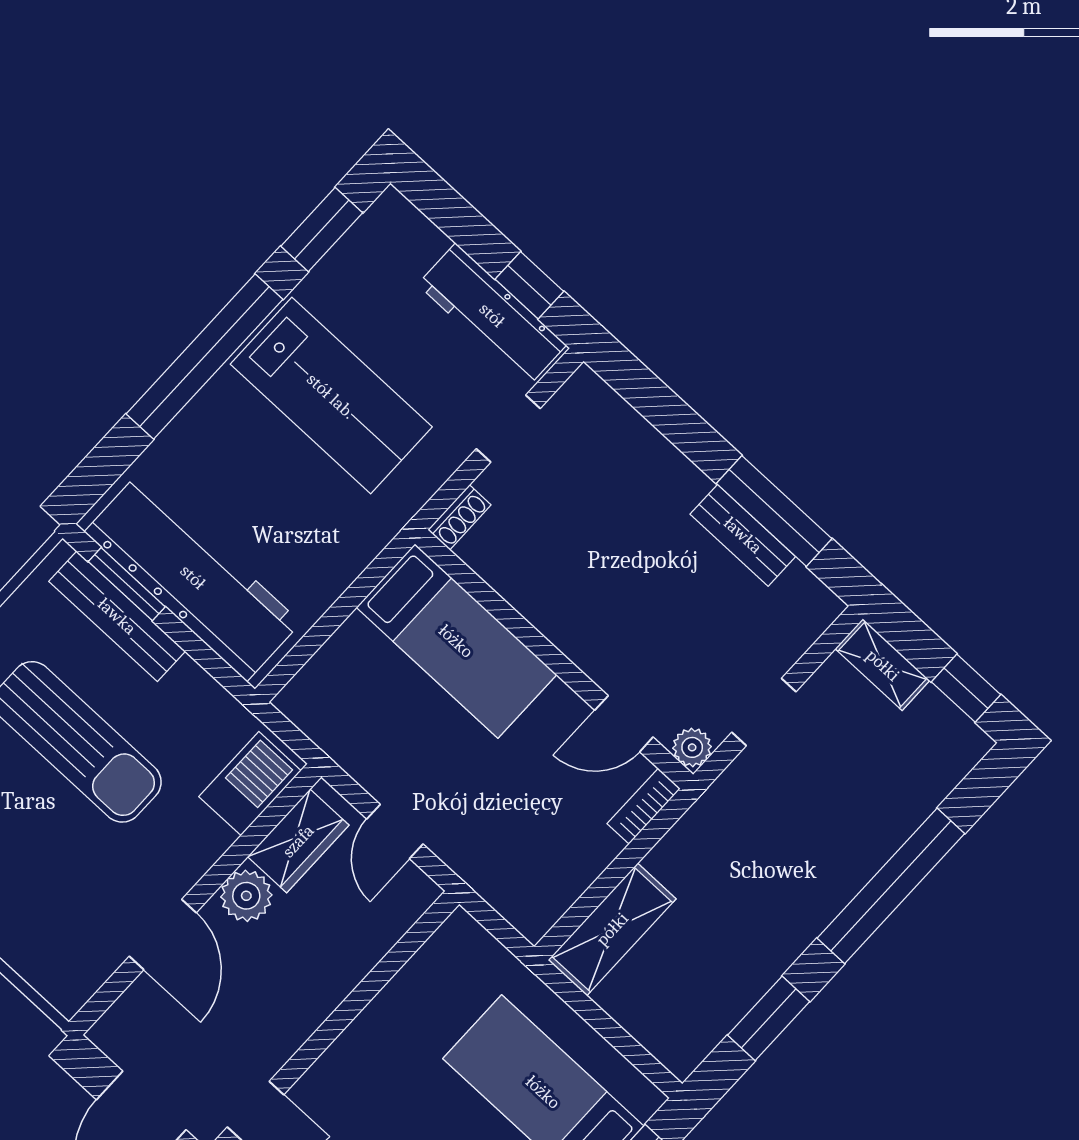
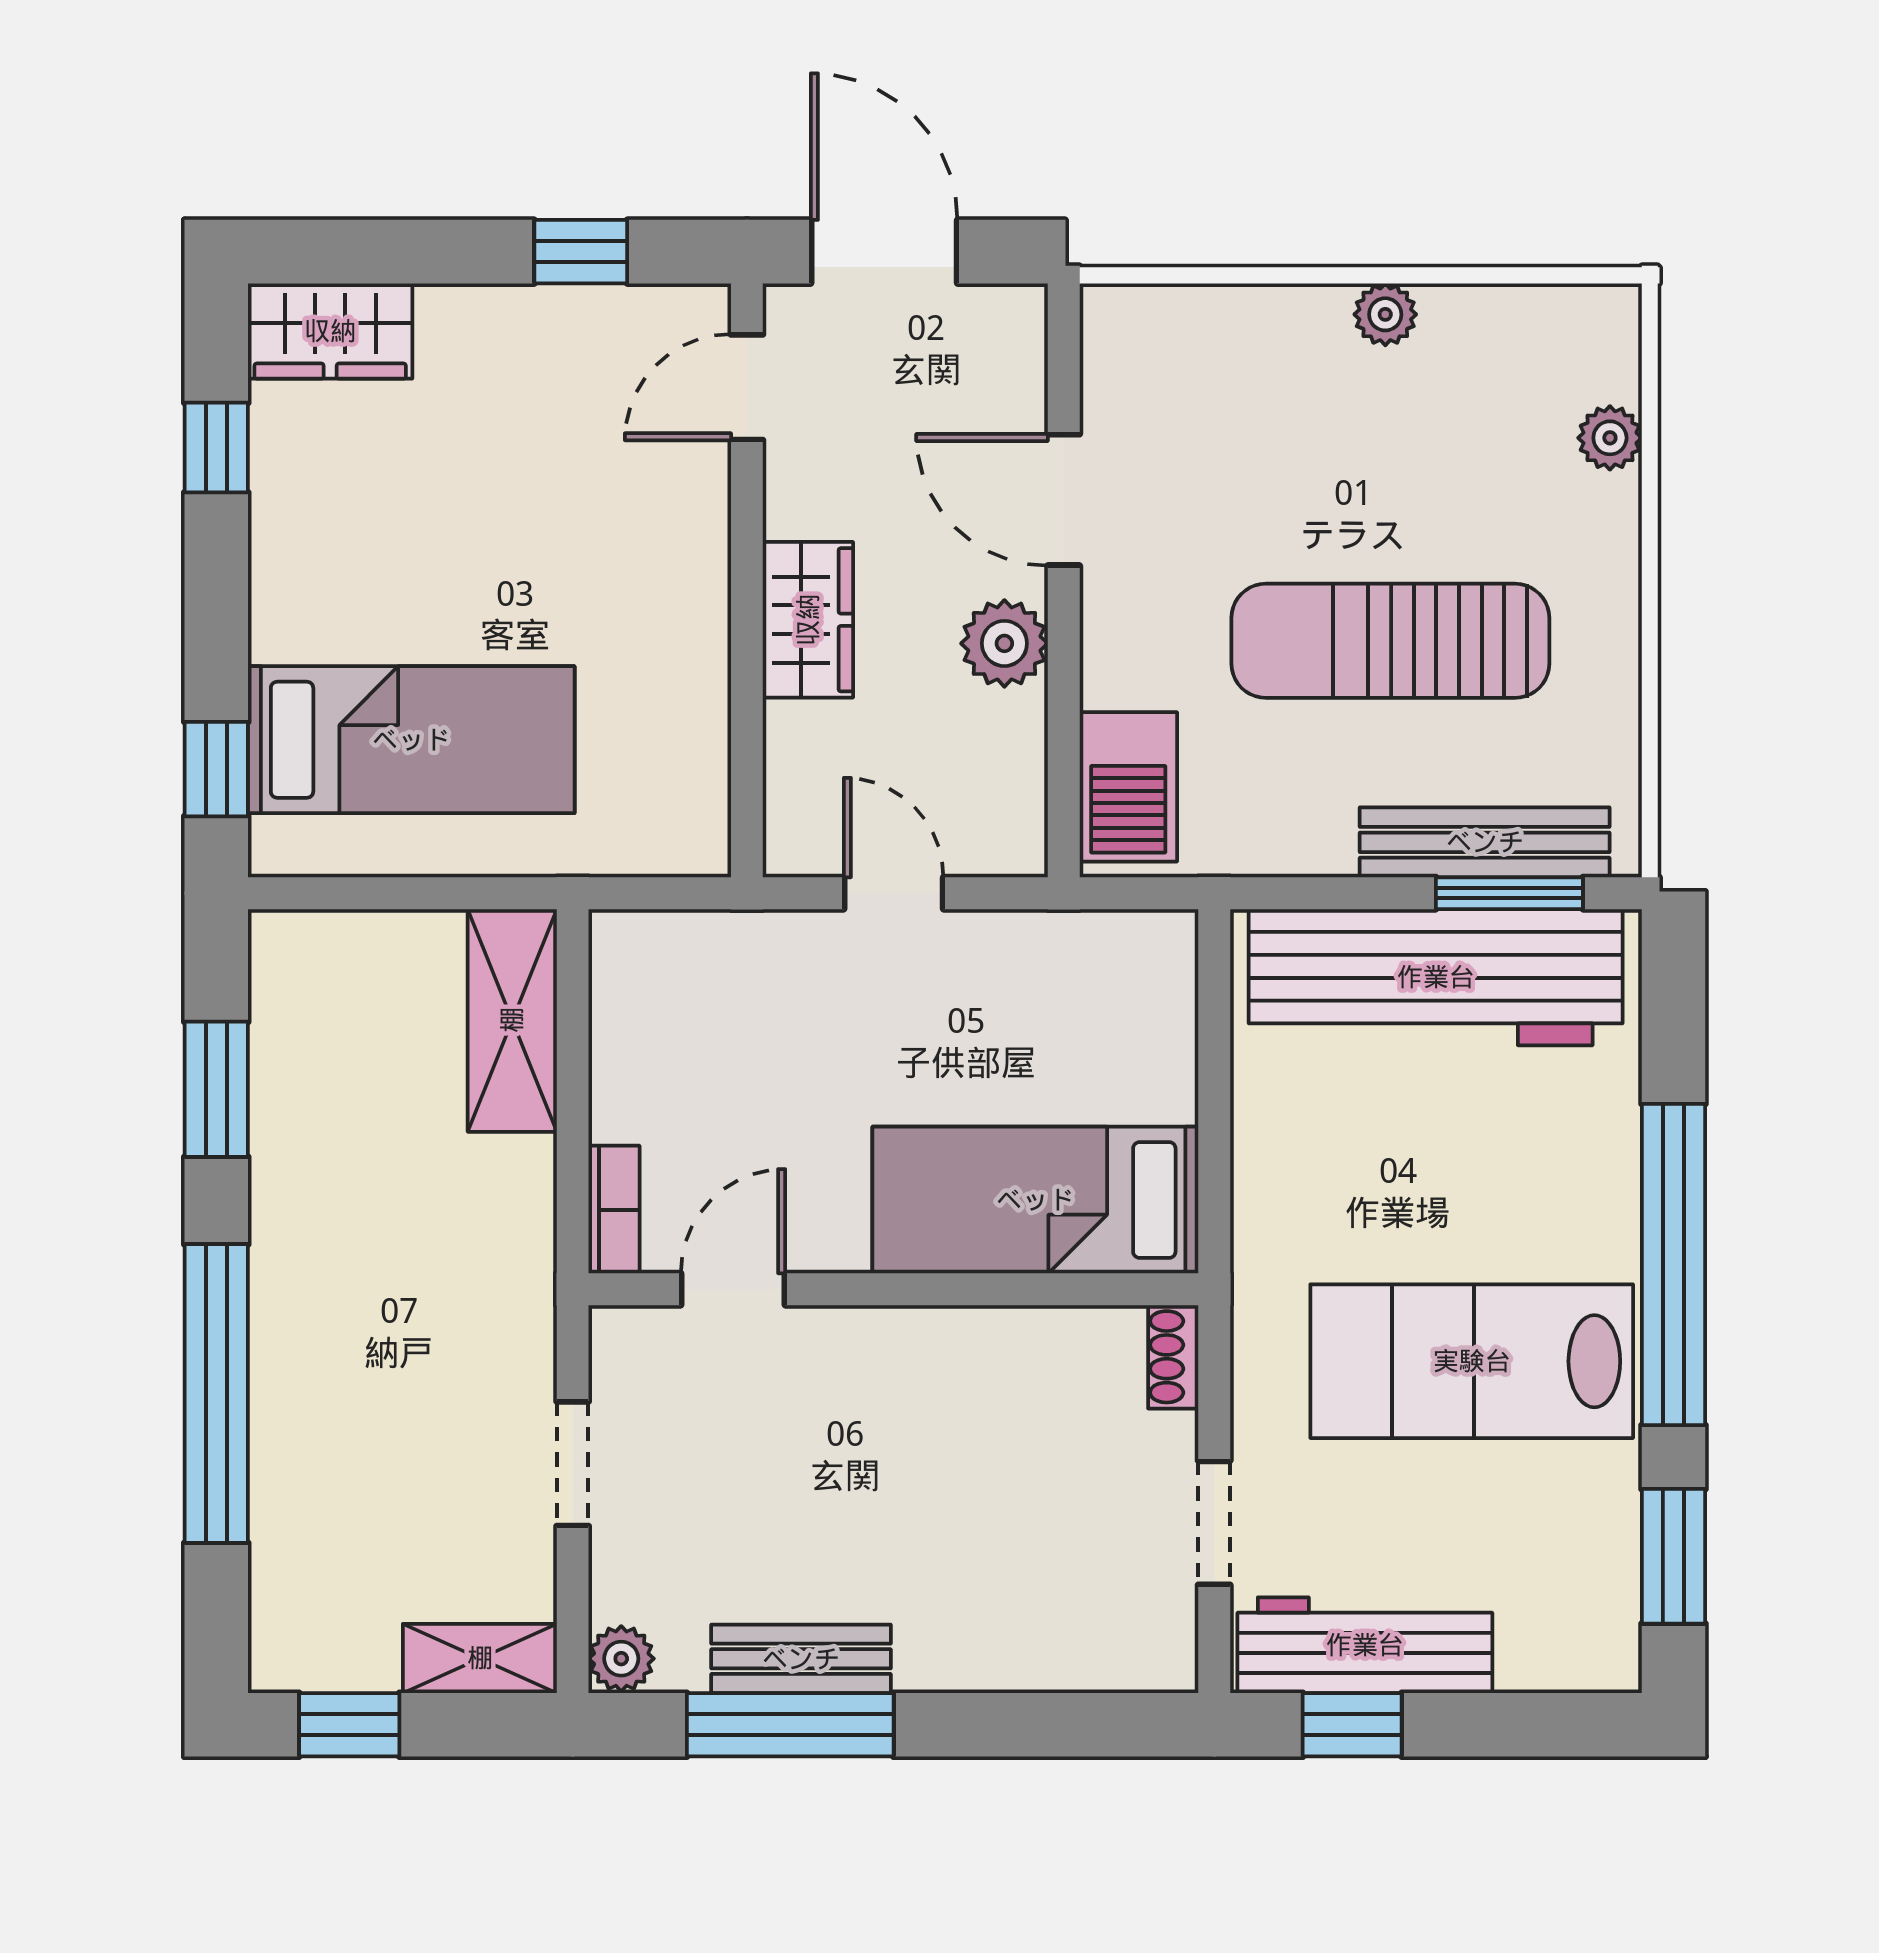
plant: (692, 747) -> (621, 1659), moved
wardrobe: (298, 841) -> (808, 620), moved, turned 180

